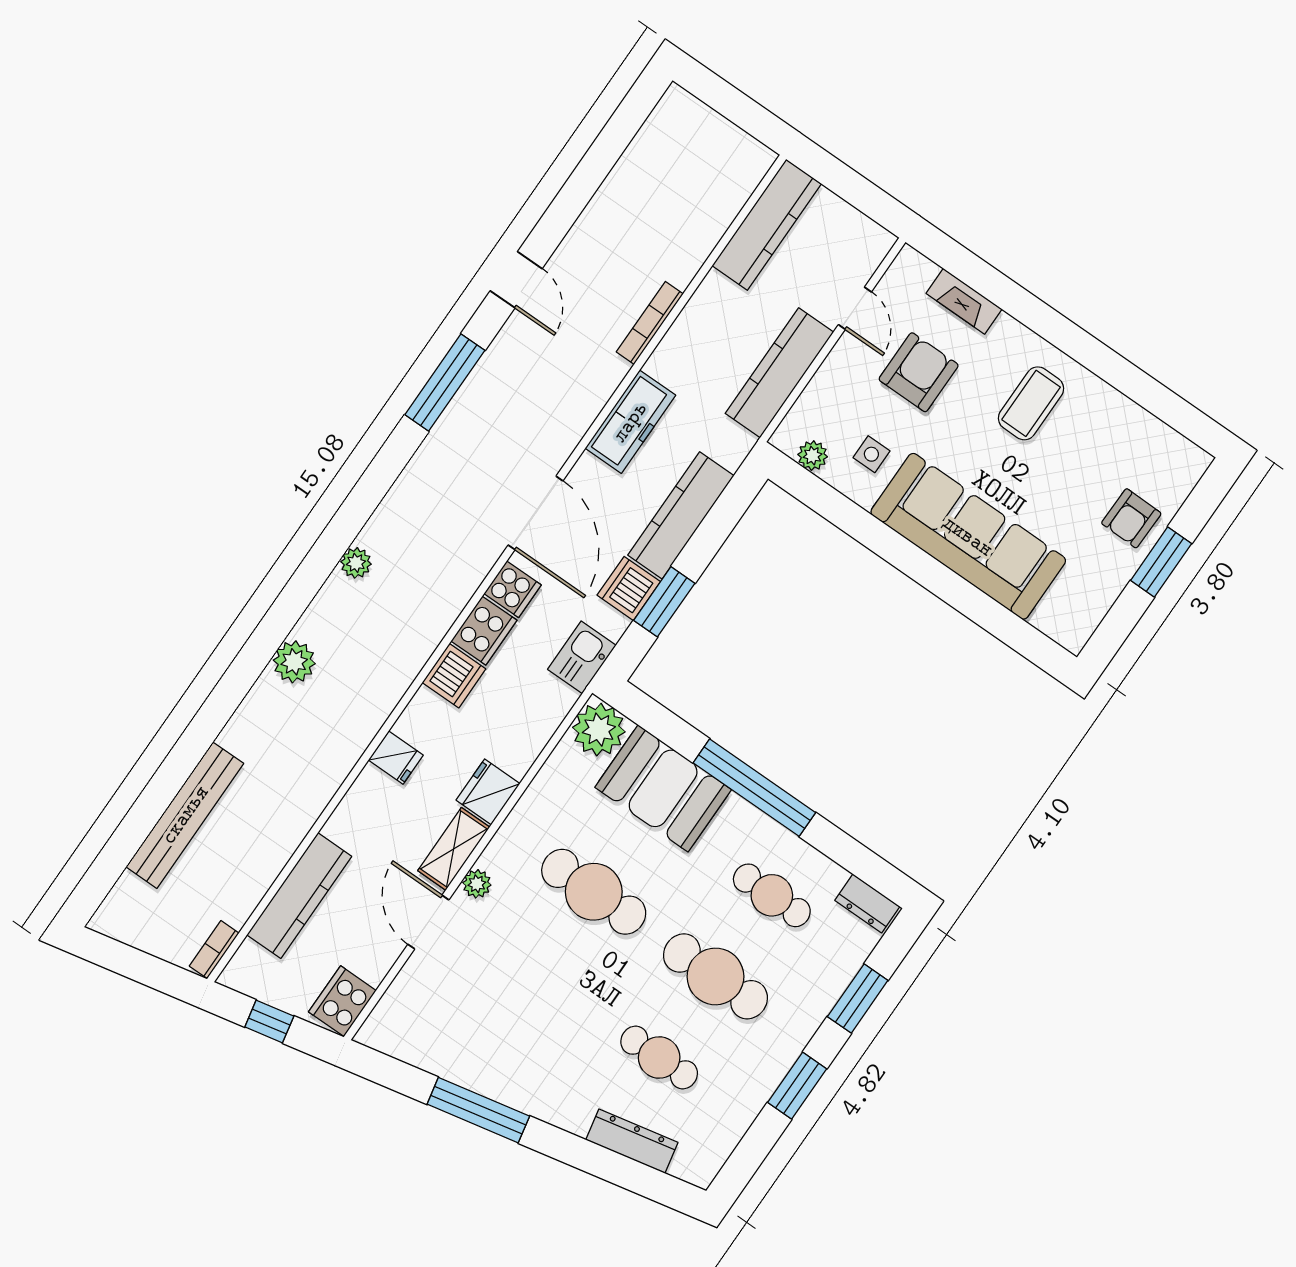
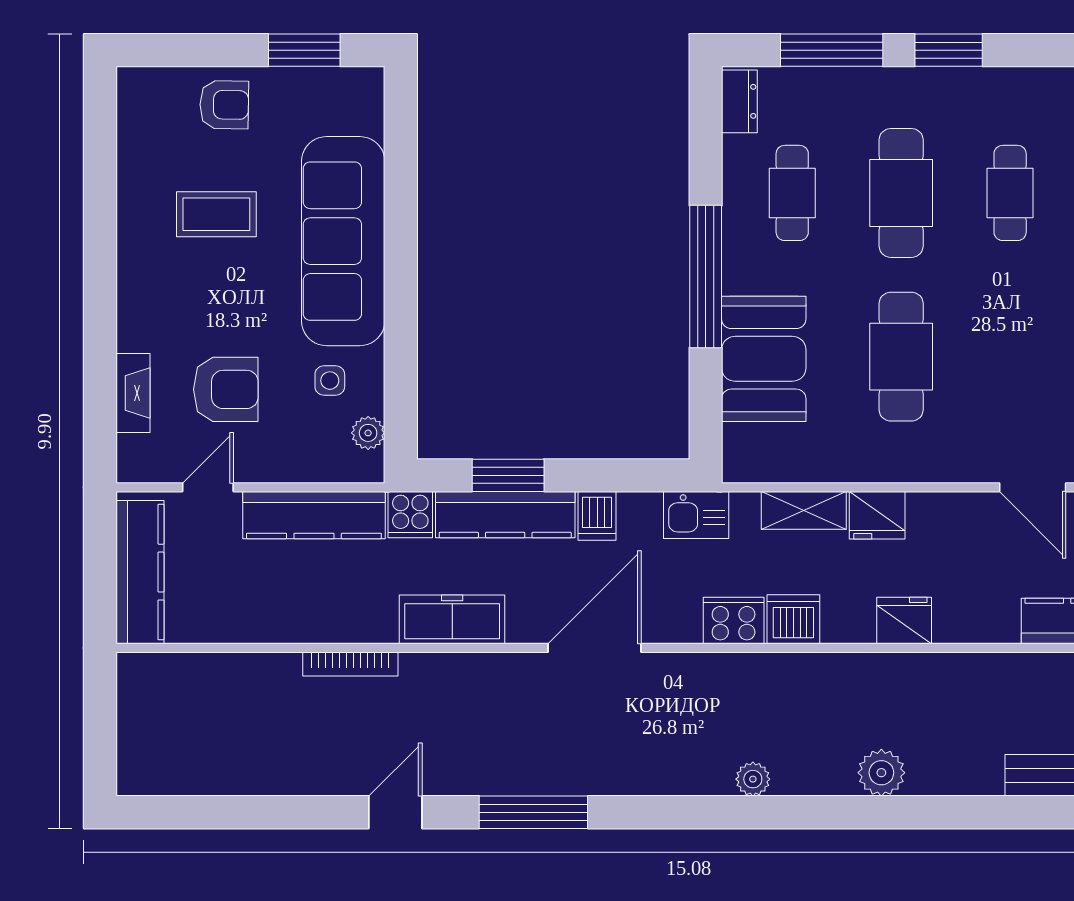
kitchen counter: (767, 225) -> (140, 572), moved, turned 90
armchair: (919, 372) -> (226, 389), turned 180
coffee table: (1031, 403) -> (216, 214), moved
window: (1161, 562) -> (304, 50), moved
dishwasher: (629, 588) -> (597, 516), width x0.73
cooker: (513, 589) -> (410, 515), moved, turned 180
window: (664, 602) -> (508, 475), moved
plant: (599, 730) -> (751, 454), removed
fridge: (396, 758) -> (904, 620), width x1.38
shelving: (454, 849) -> (804, 510), moved
plant: (477, 884) -> (967, 467), removed
door: (428, 922) -> (1033, 487), hinge flipped
window: (858, 999) -> (832, 50), width x1.44

